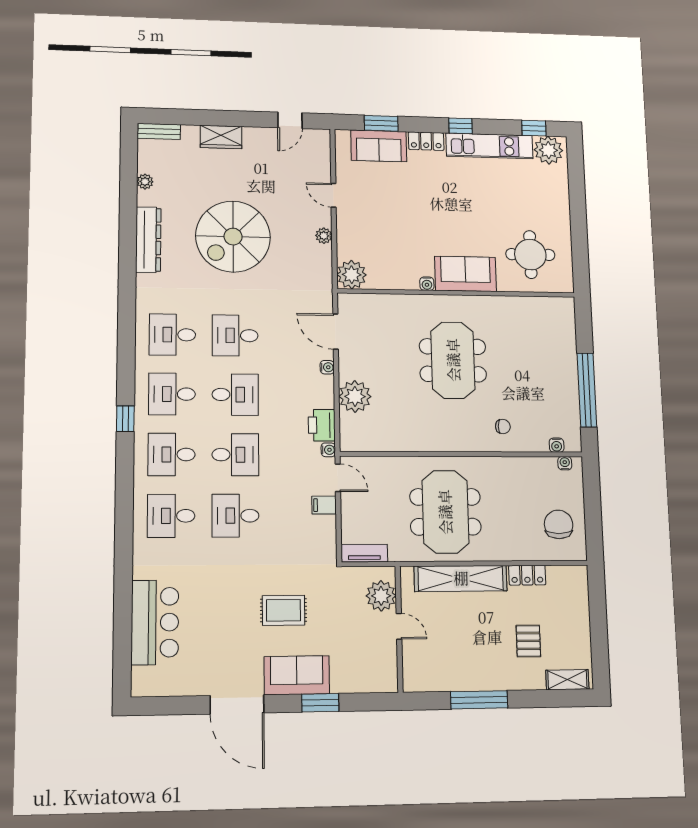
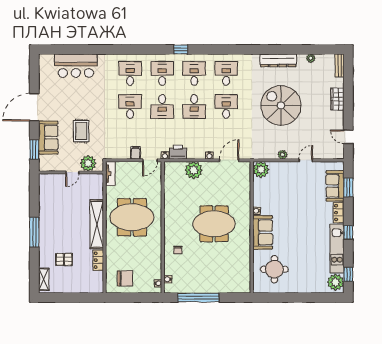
plant: (381, 596) -> (88, 163), moved
door: (399, 626) -> (72, 172), moved
wall: (399, 629) -> (71, 172), moved

